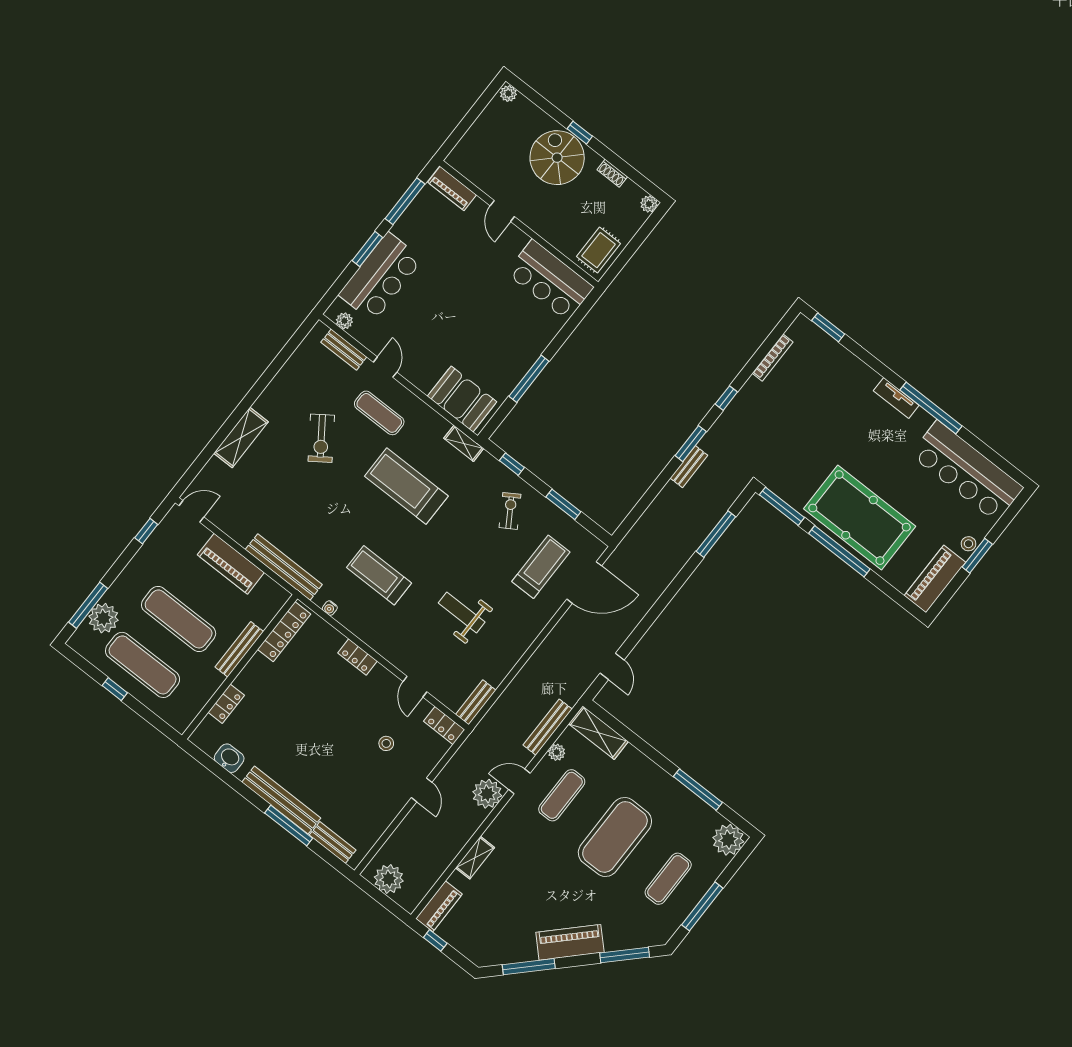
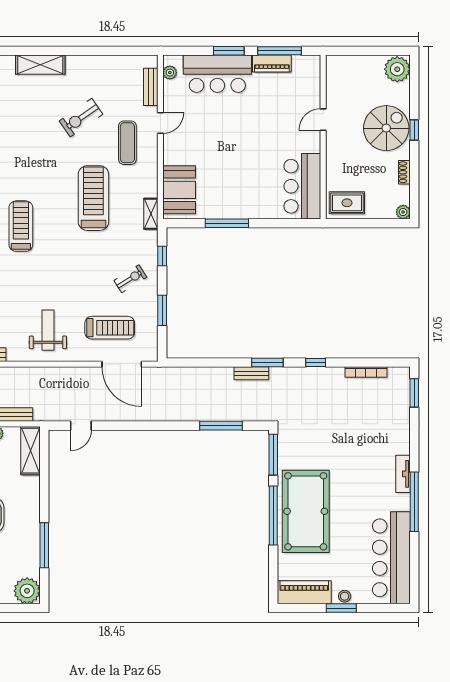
plant: (508, 93) -> (397, 69), width x1.87, depth x1.87
piano: (452, 189) -> (272, 63), moved, turned -90
weight bench: (462, 613) -> (48, 330), moved

